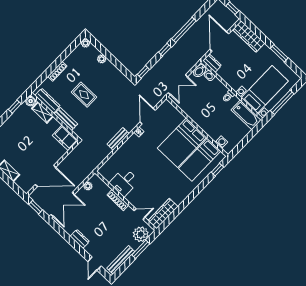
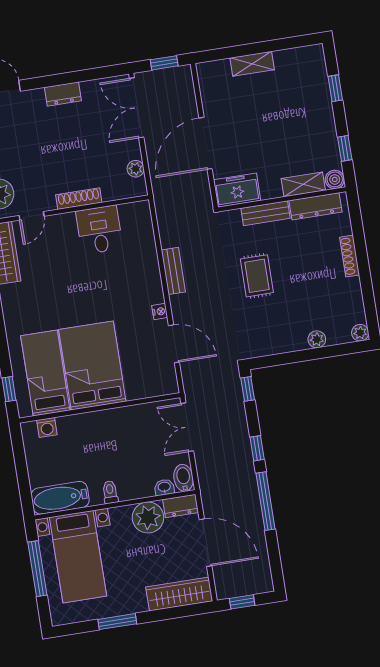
plant: (227, 73) -> (148, 517), added
rug: (84, 95) -> (257, 276), moved, turned 90
door: (46, 176) -> (206, 143), moved

